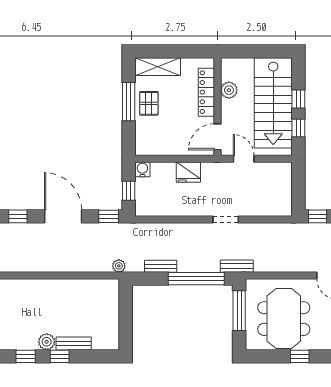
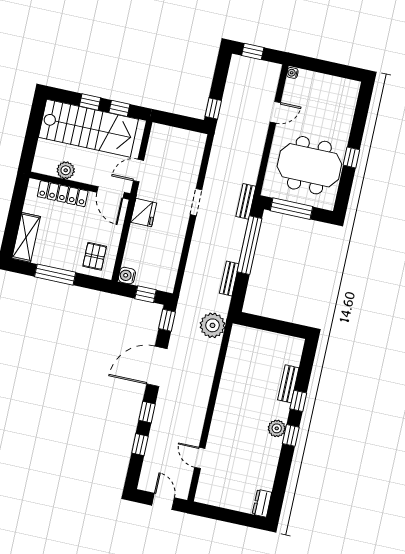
pallet: (149, 103) -> (95, 256), moved, turned 90
fridge: (188, 172) -> (144, 213), moved
plant: (119, 266) -> (213, 325), width x1.88, depth x1.88
plant: (47, 342) -> (277, 428), moved

